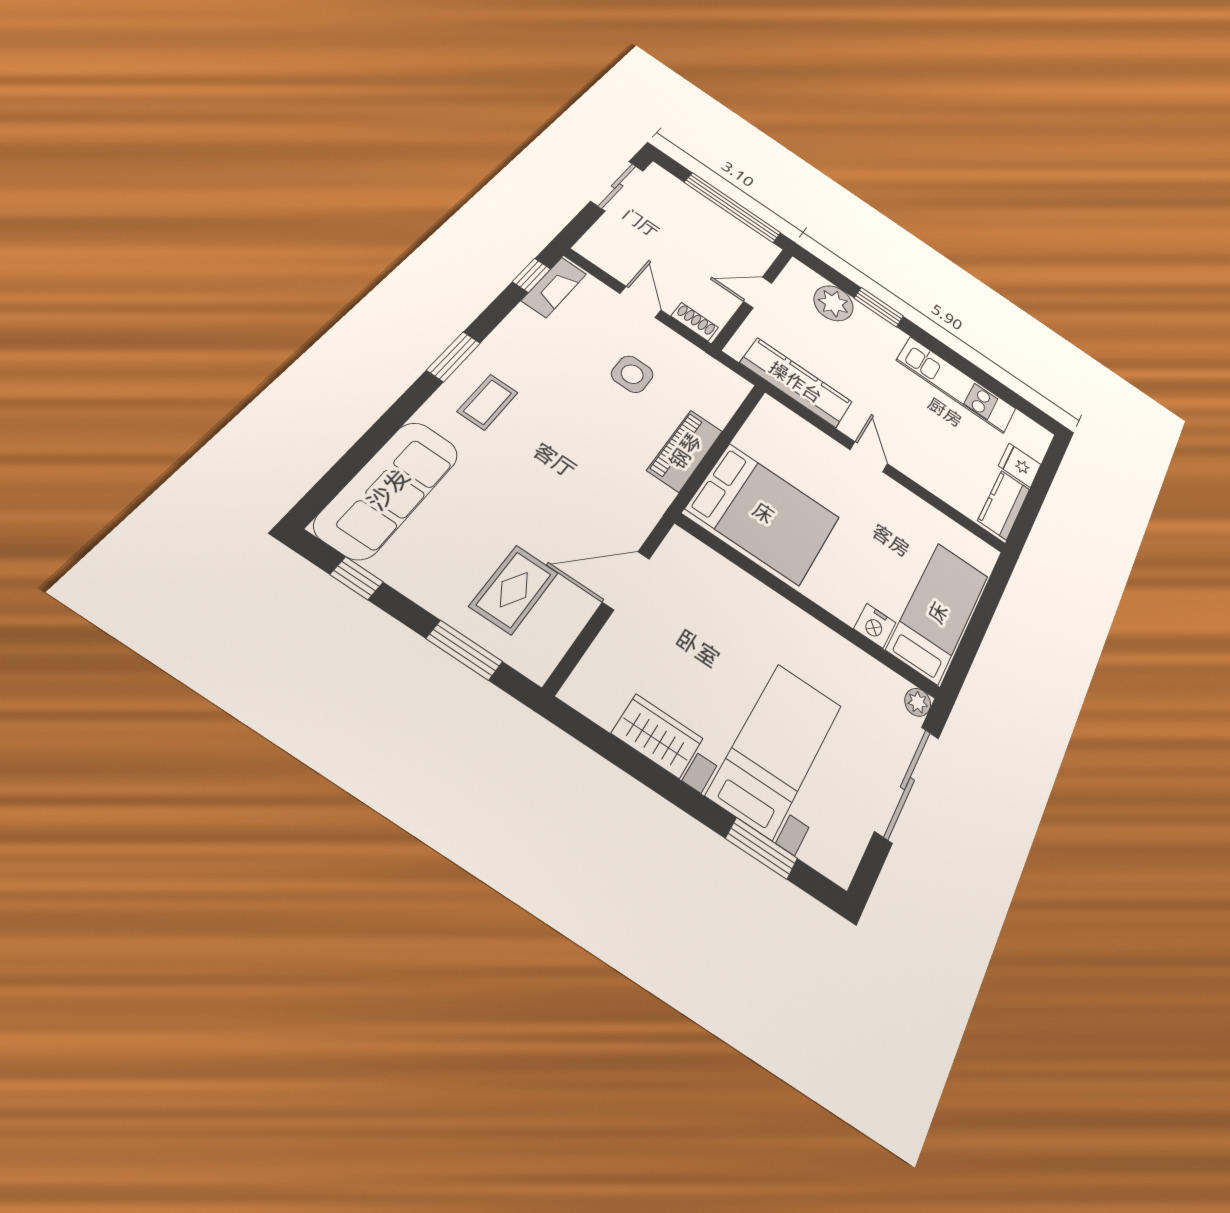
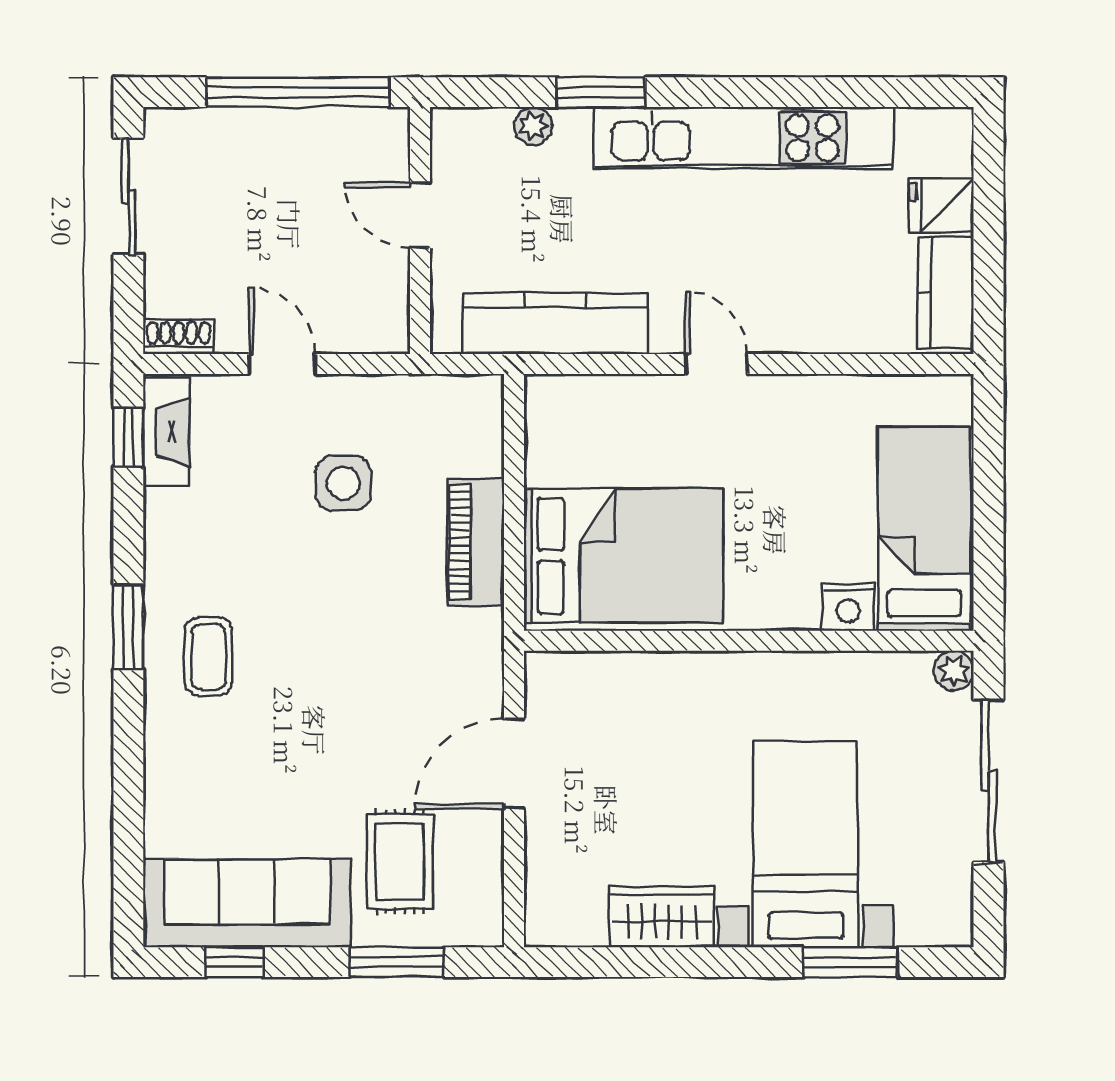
door: (758, 292) -> (420, 215), hinge flipped
plant: (834, 303) -> (533, 126), width x0.53, depth x0.53
shoe rack: (695, 322) -> (179, 337), moved
kitchen unit: (956, 385) -> (743, 138), width x1.36
sofa: (388, 489) -> (247, 903), moved, turned -90

